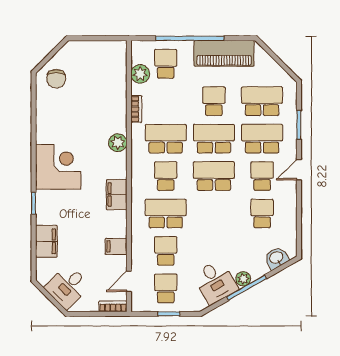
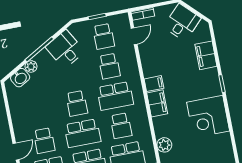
school desk: (262, 213) -> (77, 103), moved
filing cabinet: (116, 246) -> (154, 84), moved
plant: (243, 279) -> (31, 66), moved

